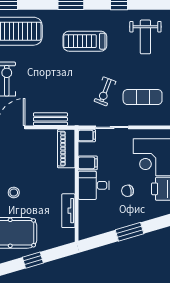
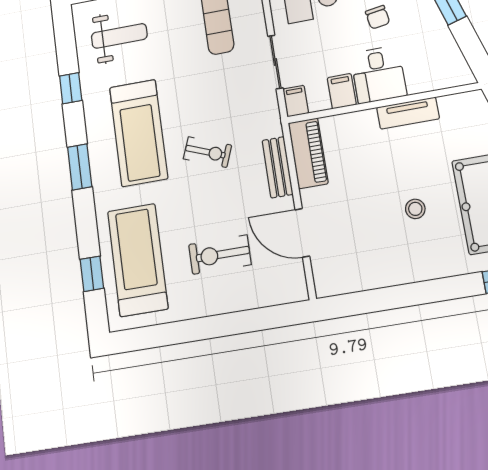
treadmill: (85, 41) -> (139, 133), width x1.37, depth x1.38
exercise bike: (105, 91) -> (208, 152), moved
piano: (66, 149) -> (308, 153), moved, turned -90
tv unit: (68, 211) -> (408, 113), moved

